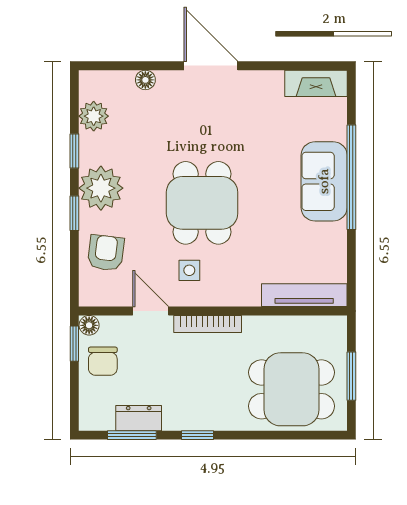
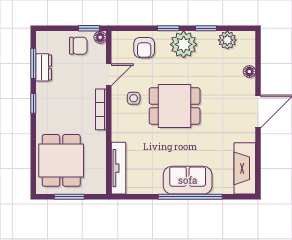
fireplace: (316, 83) -> (245, 168), width x1.37, depth x1.32
armchair: (106, 253) -> (144, 47), turned 83
chair: (103, 361) -> (78, 46), turned 180

